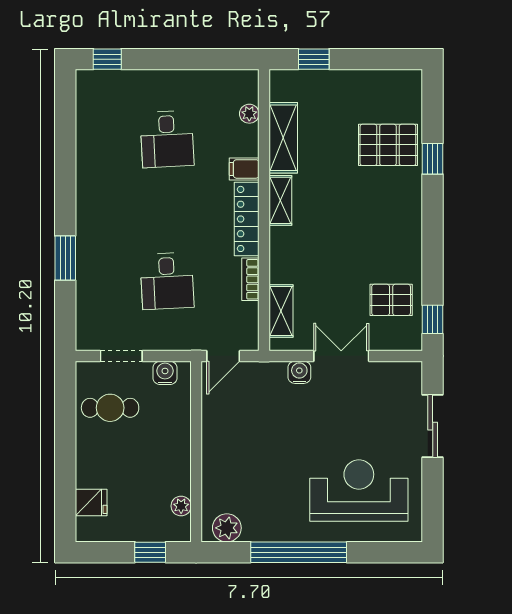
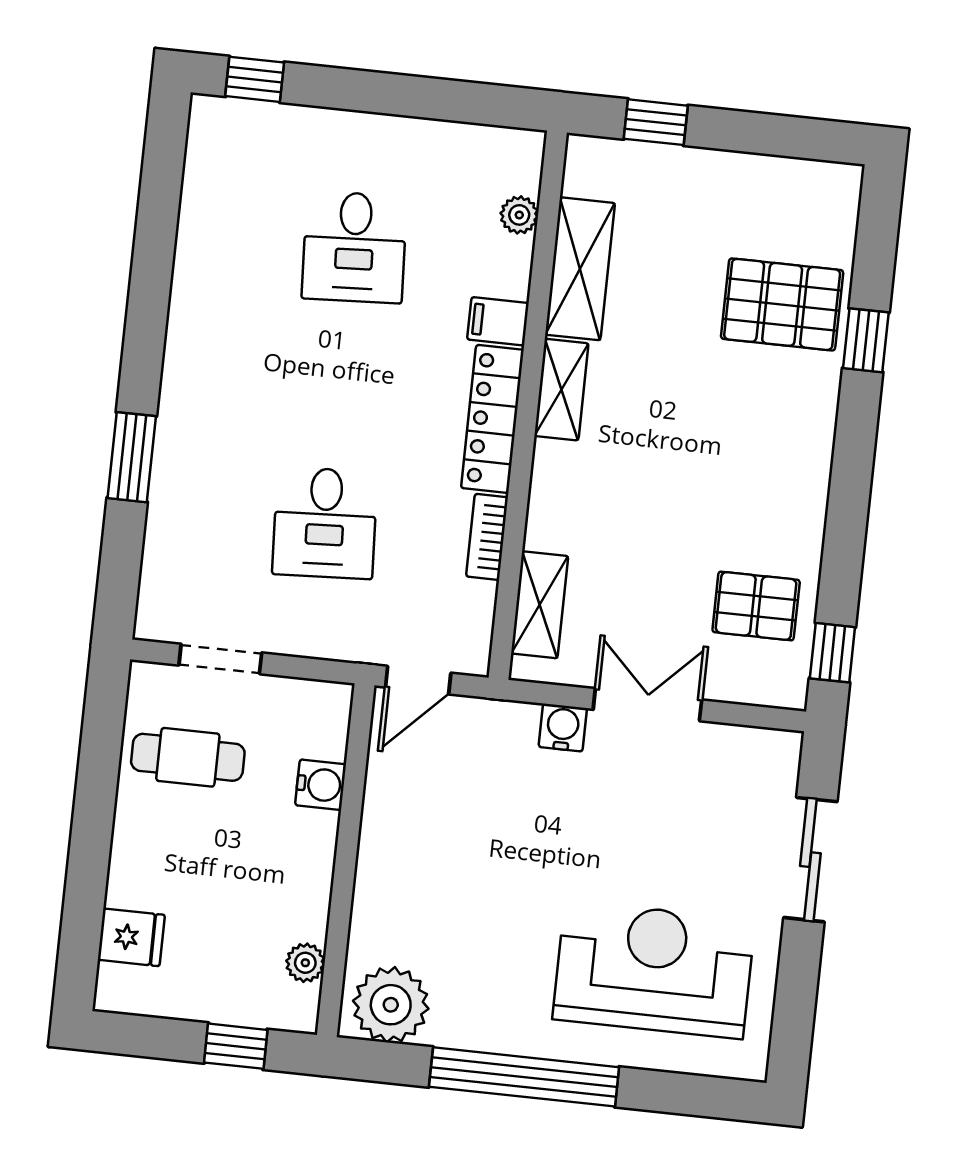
water cooler: (165, 373) -> (321, 785), moved, turned 90
plant: (227, 528) -> (391, 1005), width x1.36, depth x1.36

